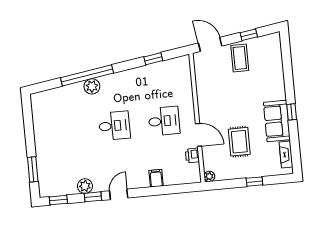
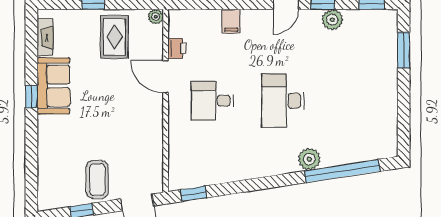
window: (153, 59) -> (194, 194), moved
window: (87, 75) -> (342, 171), moved
desk: (114, 126) -> (283, 101), width x1.37
rug: (239, 142) -> (114, 37), moved

